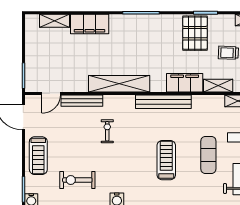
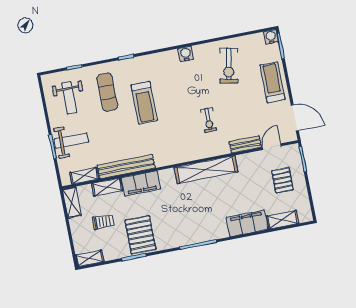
pallet: (47, 59) -> (282, 180), added
bench: (82, 101) -> (245, 144), width x0.73
bench: (163, 102) -> (126, 167), moved
exercise mat: (208, 155) -> (107, 92), moved
exercise bike: (77, 180) -> (229, 66), turned 101

